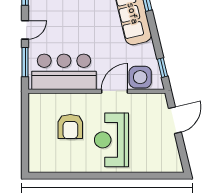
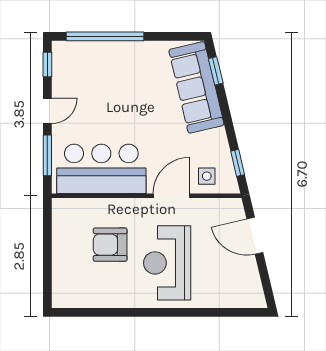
side table: (140, 77) -> (207, 176), width x0.54, depth x0.54
door: (175, 120) -> (255, 236), swing flipped
armchair: (70, 127) -> (110, 245), turned 90

